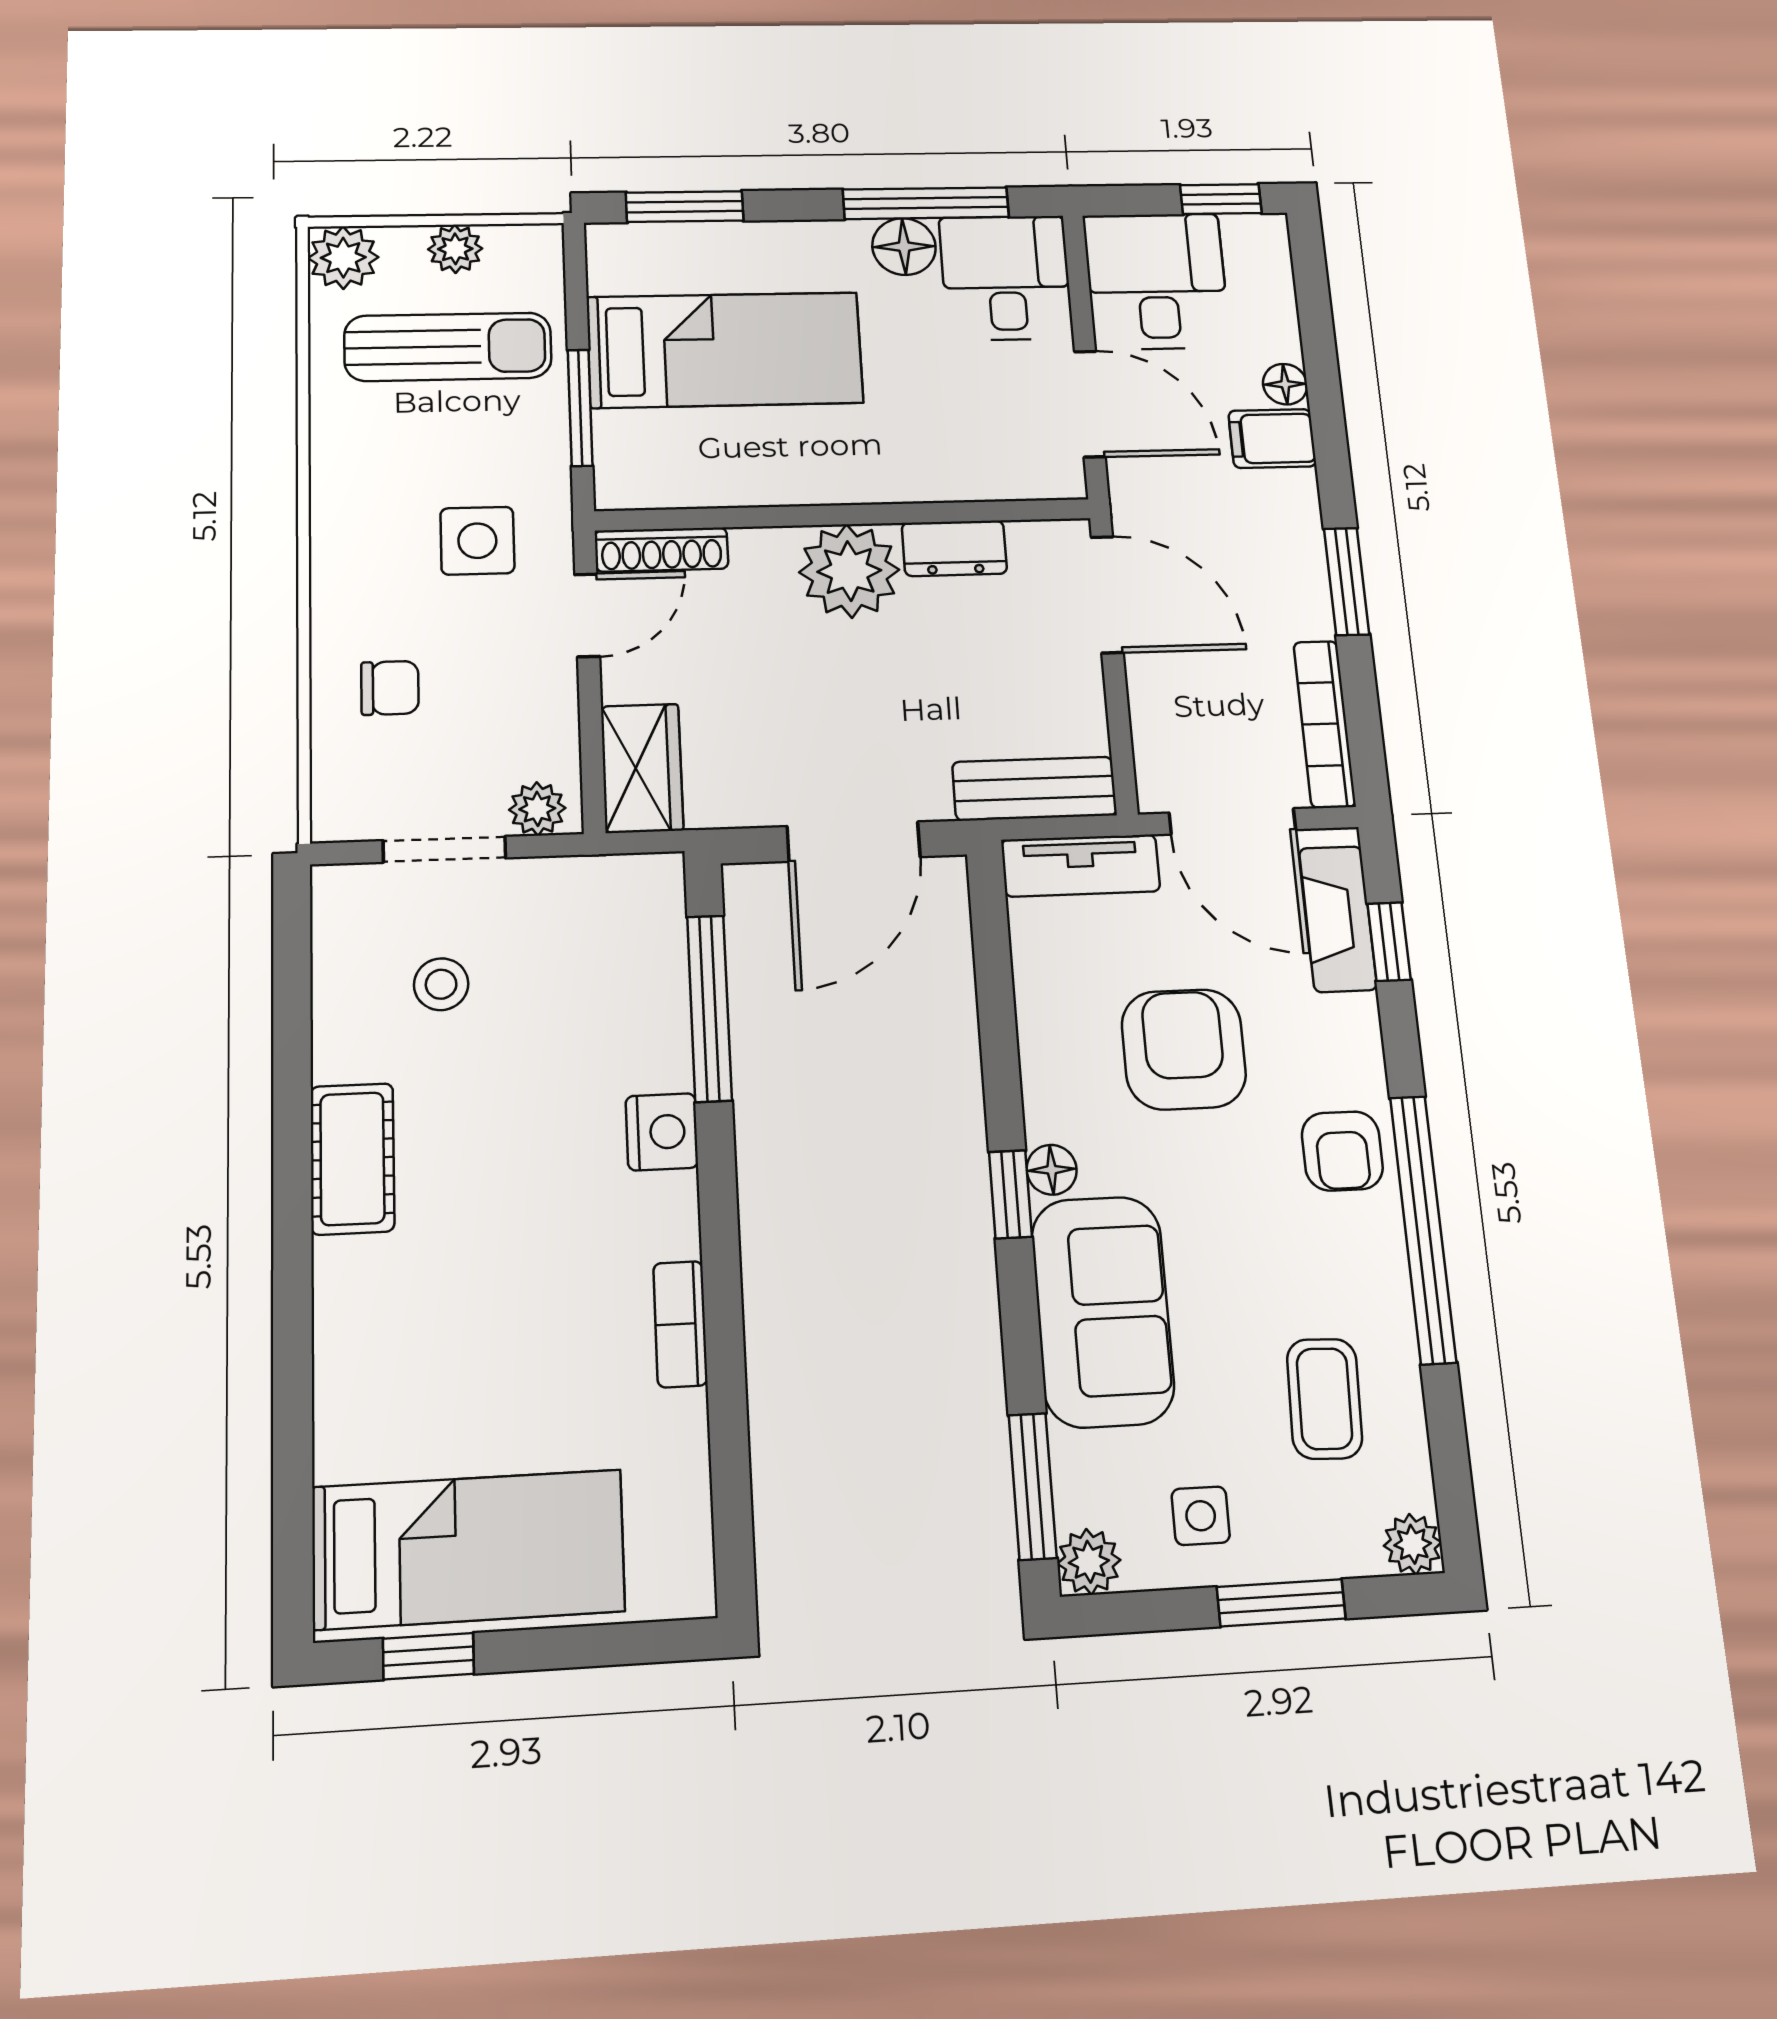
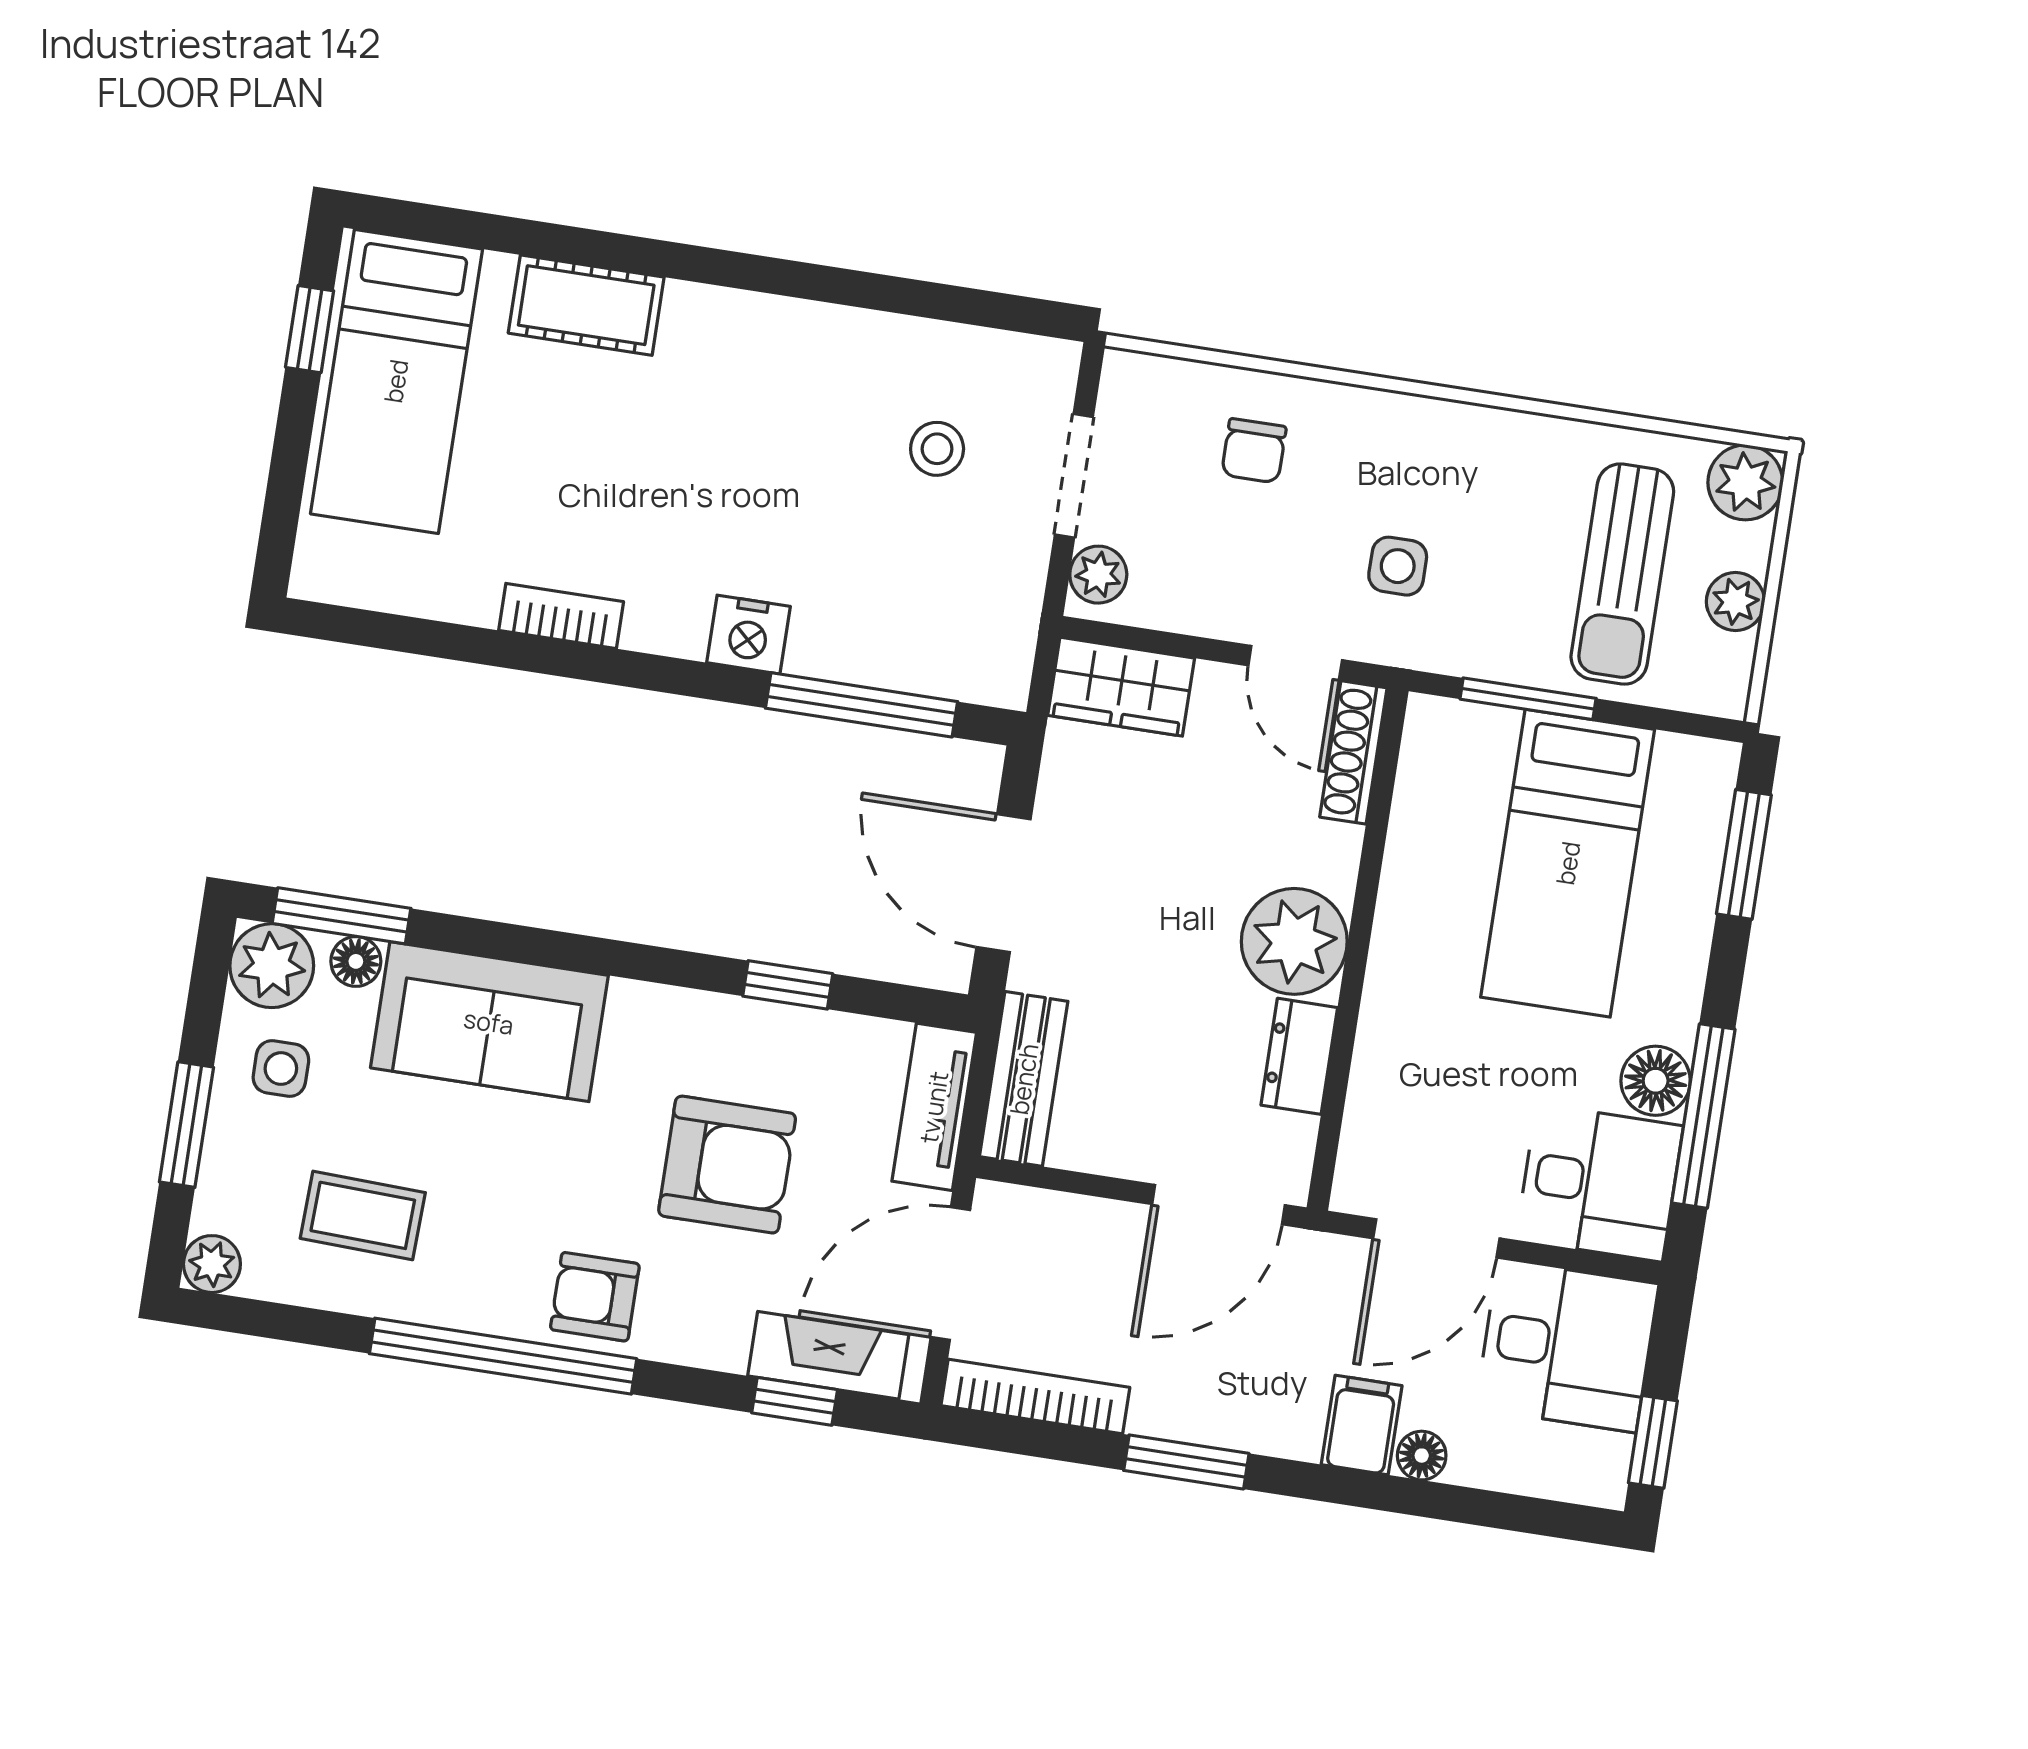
side table: (477, 541) -> (1398, 566), width x0.73, depth x0.73
cot: (352, 1159) -> (586, 305), moved
floor lamp: (1052, 1170) -> (356, 961), moved
window: (1010, 1194) -> (788, 985), moved
plant: (1089, 1562) -> (272, 966), width x1.38, depth x1.38

